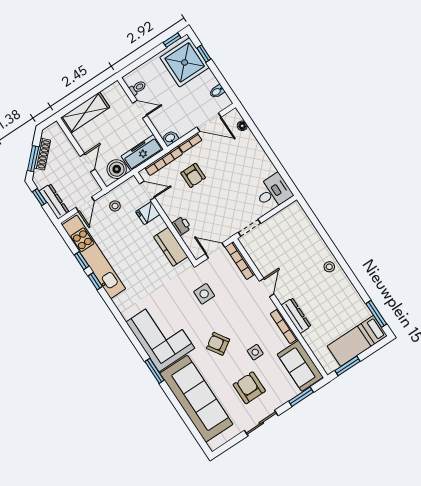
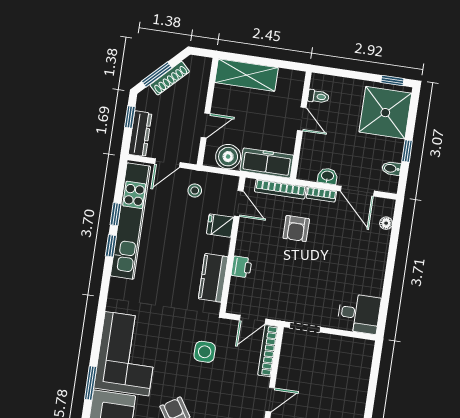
window: (204, 53) -> (407, 151), moved
washbasin: (170, 138) -> (327, 176), moved
door: (215, 250) -> (253, 320), swing flipped

